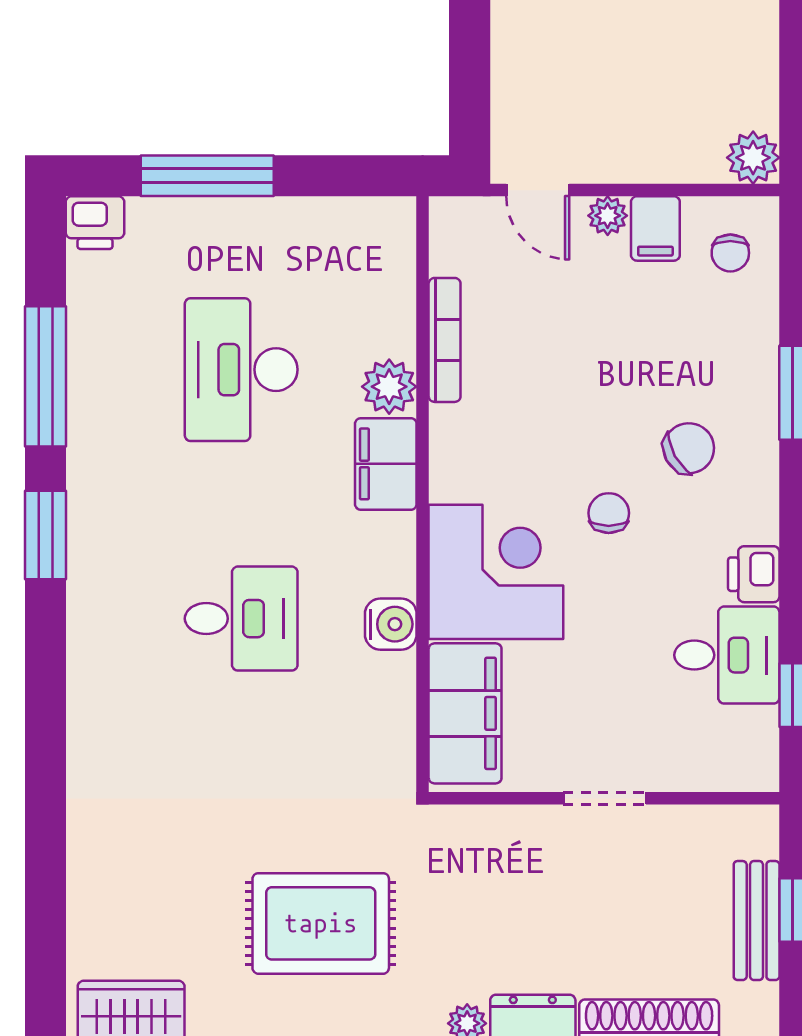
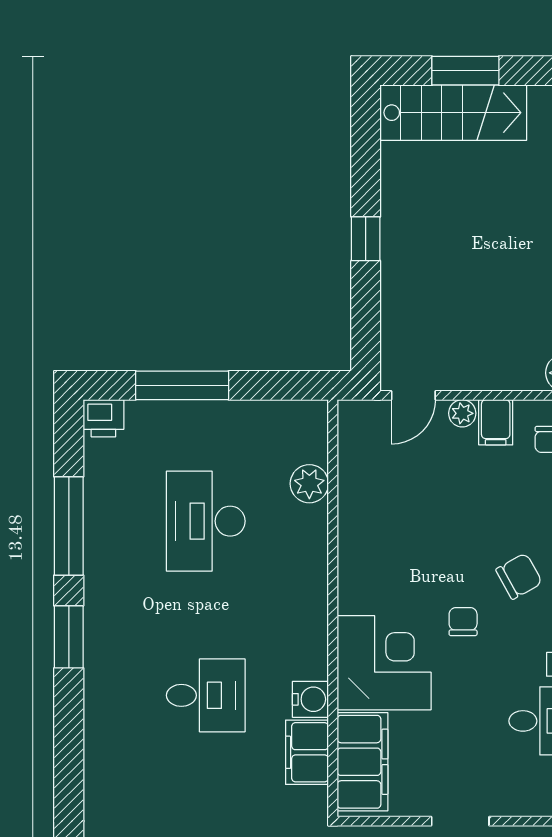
door: (538, 190) -> (413, 395), hinge flipped
bookcase: (445, 340) -> (348, 500), removed
plant: (389, 387) -> (309, 484), moved
filing cabinet: (386, 464) -> (307, 752), moved

